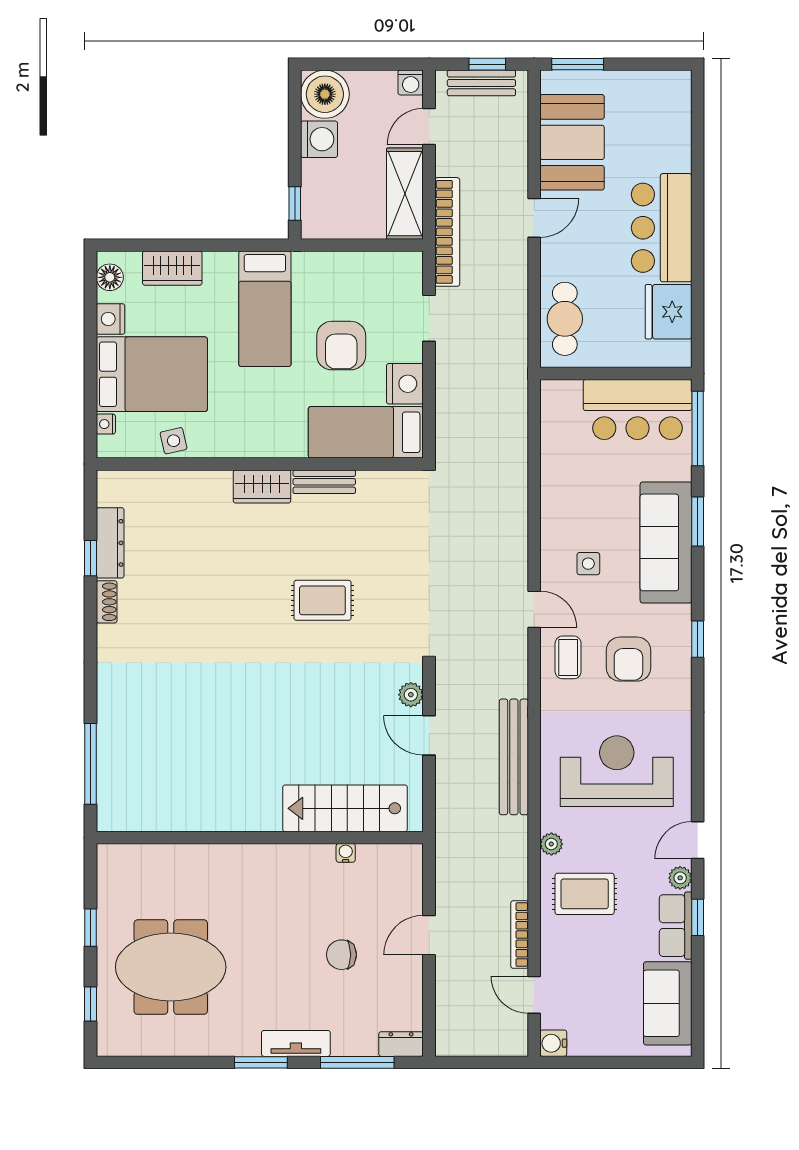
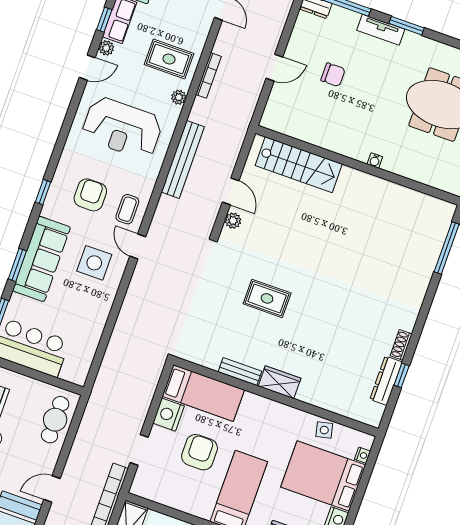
side table: (588, 564) -> (94, 263), width x1.87, depth x1.87
water cooler: (346, 853) -> (375, 161), moved
bookcase: (520, 935) -> (209, 75), moved

